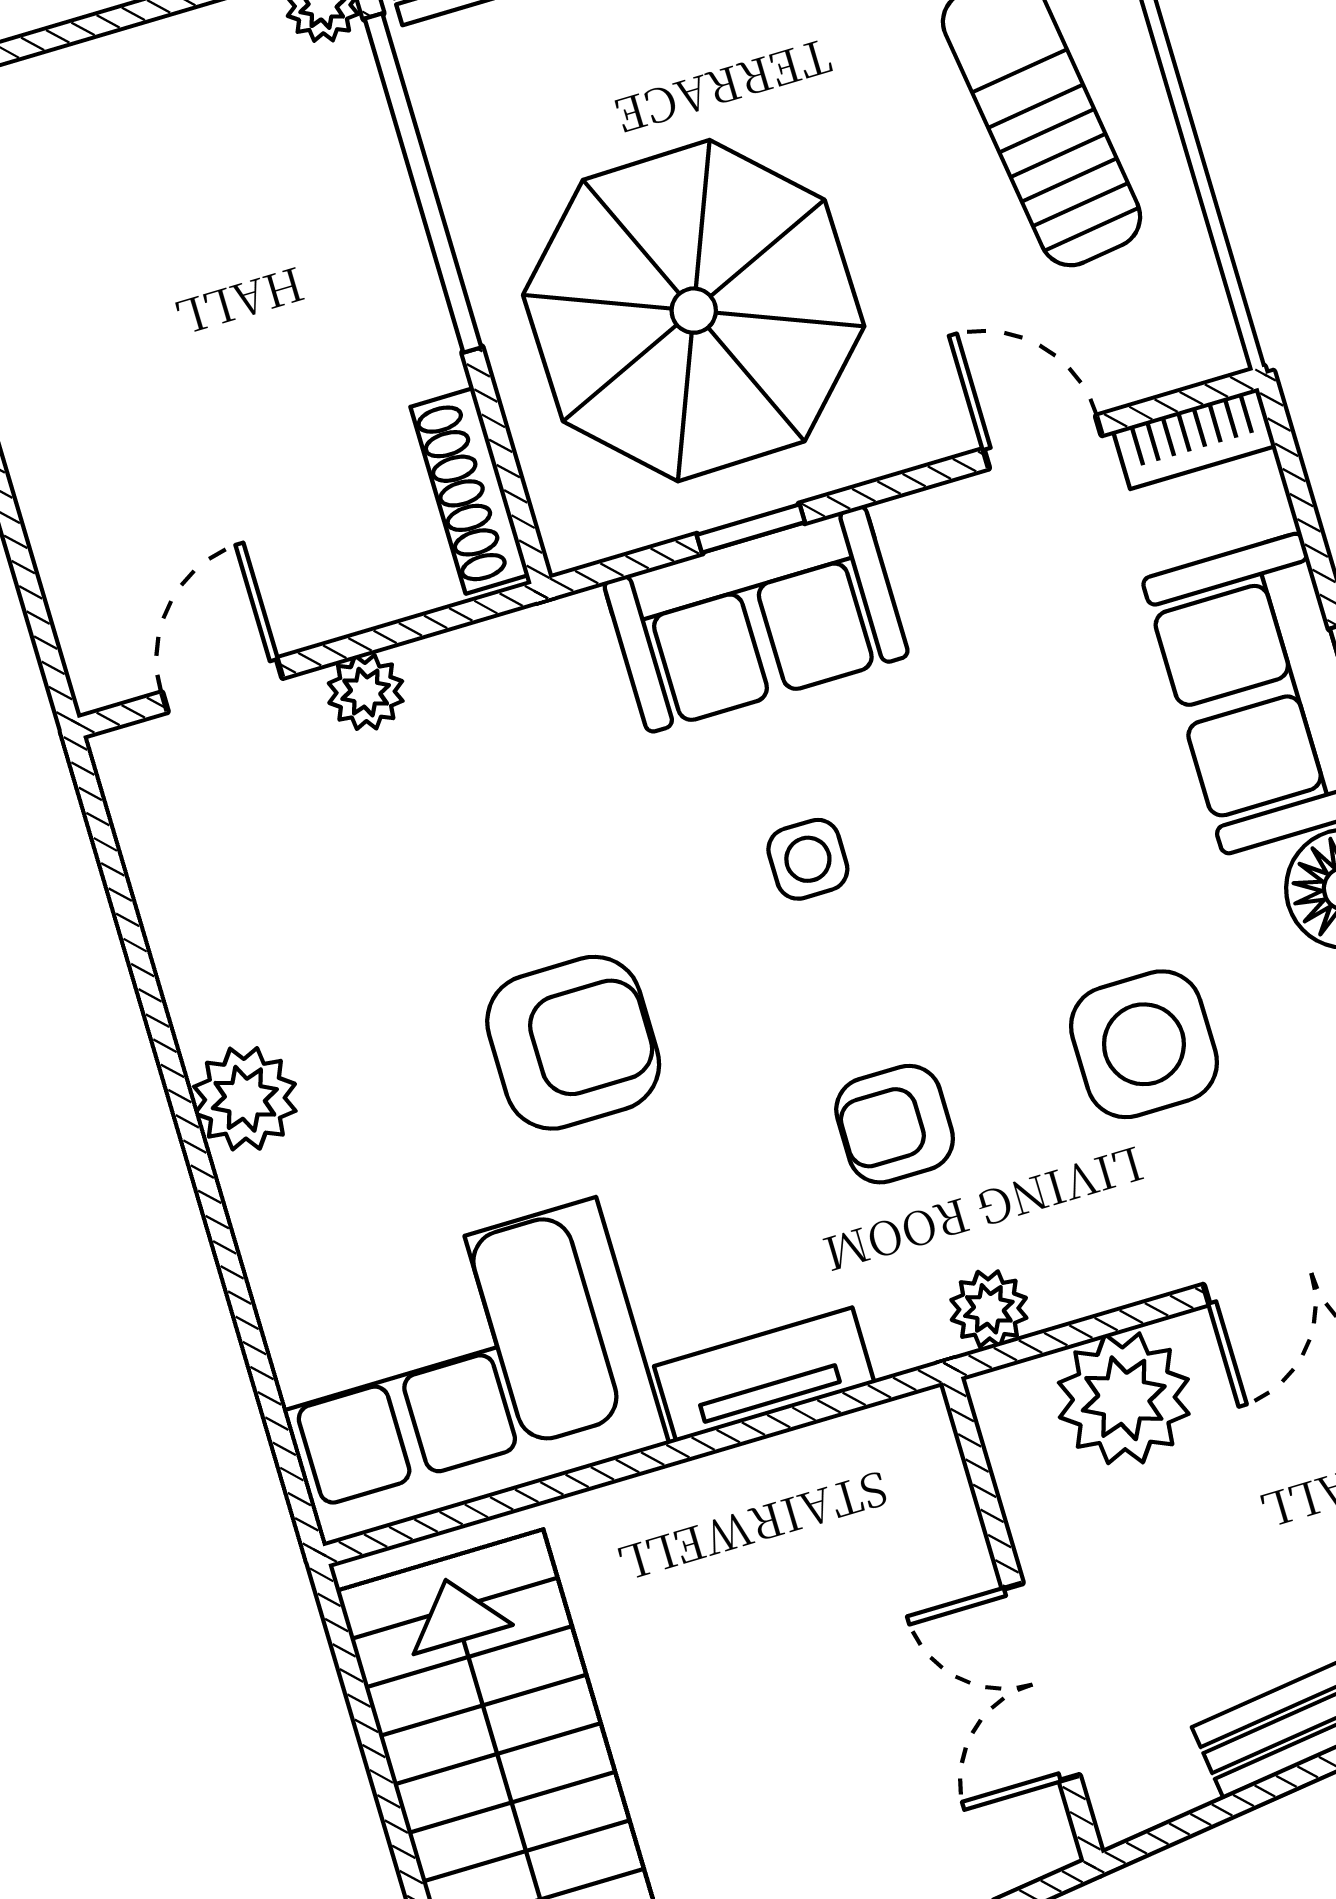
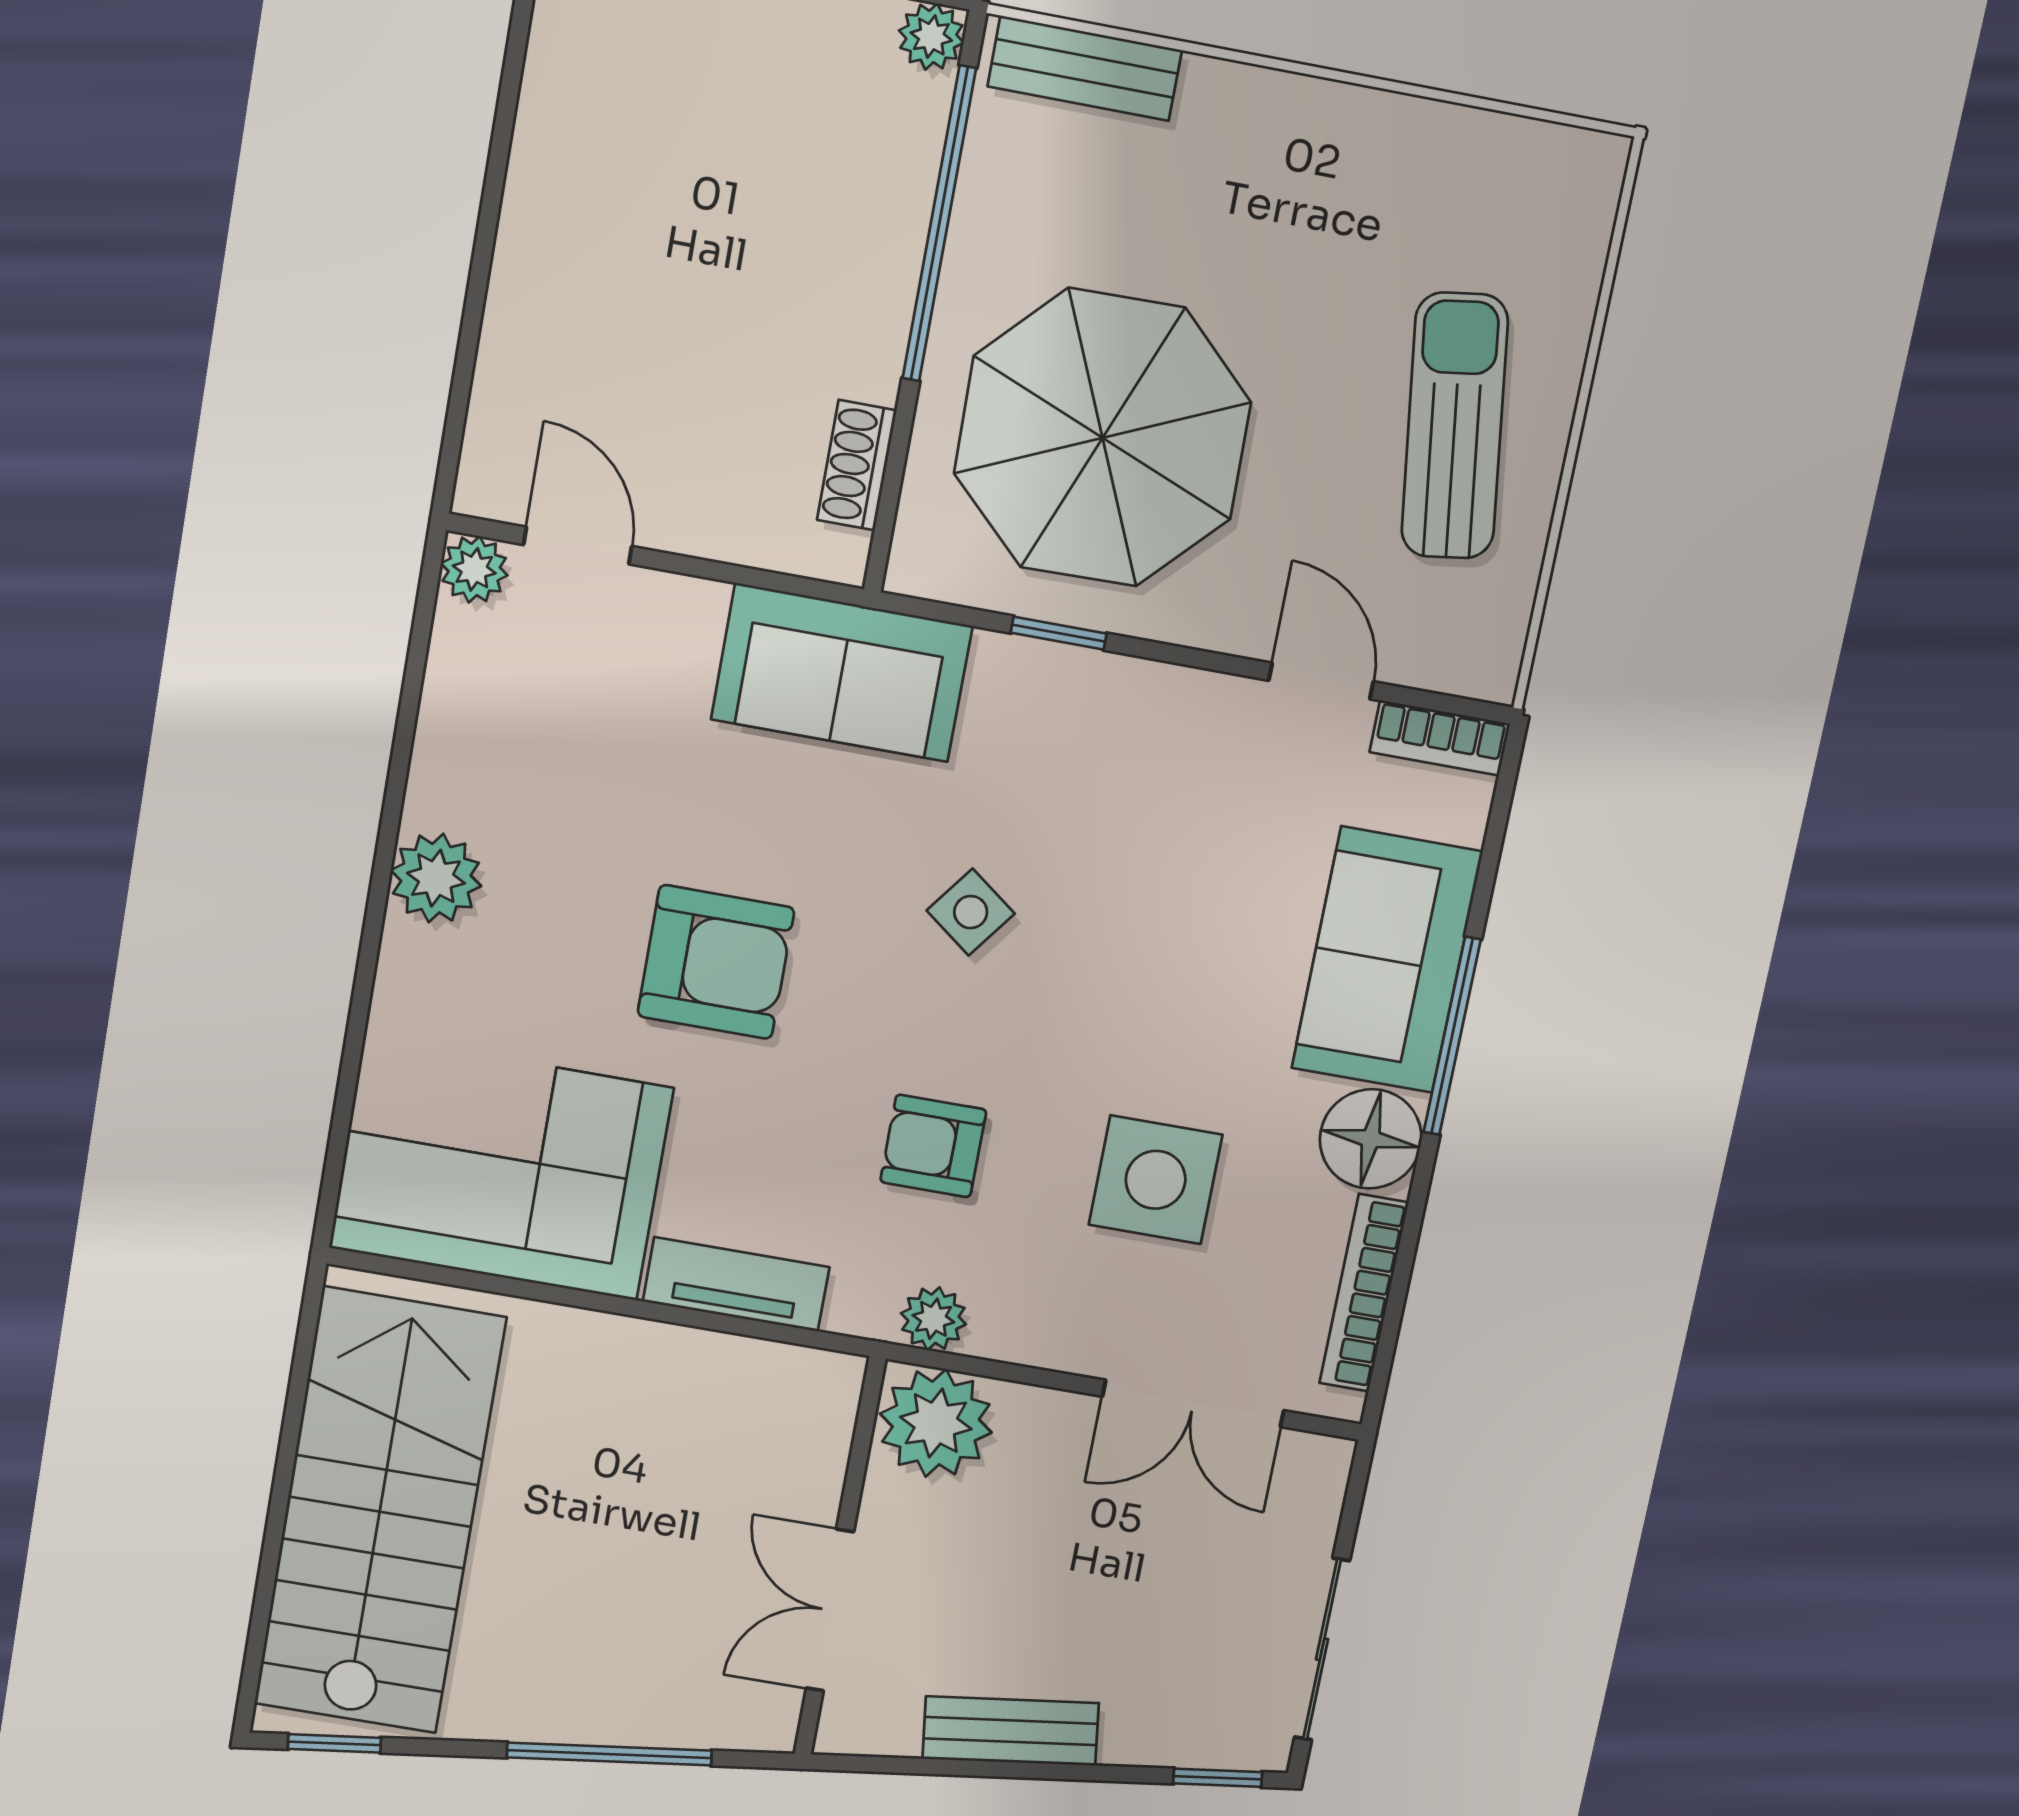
shoe rack: (470, 491) -> (857, 465), width x0.70
sofa: (756, 619) -> (842, 673), moved
door: (222, 685) -> (578, 546), hinge flipped
plant: (366, 692) -> (474, 569), moved
side table: (808, 859) -> (971, 912), turned 37
plant: (1124, 1398) -> (936, 1423), moved

